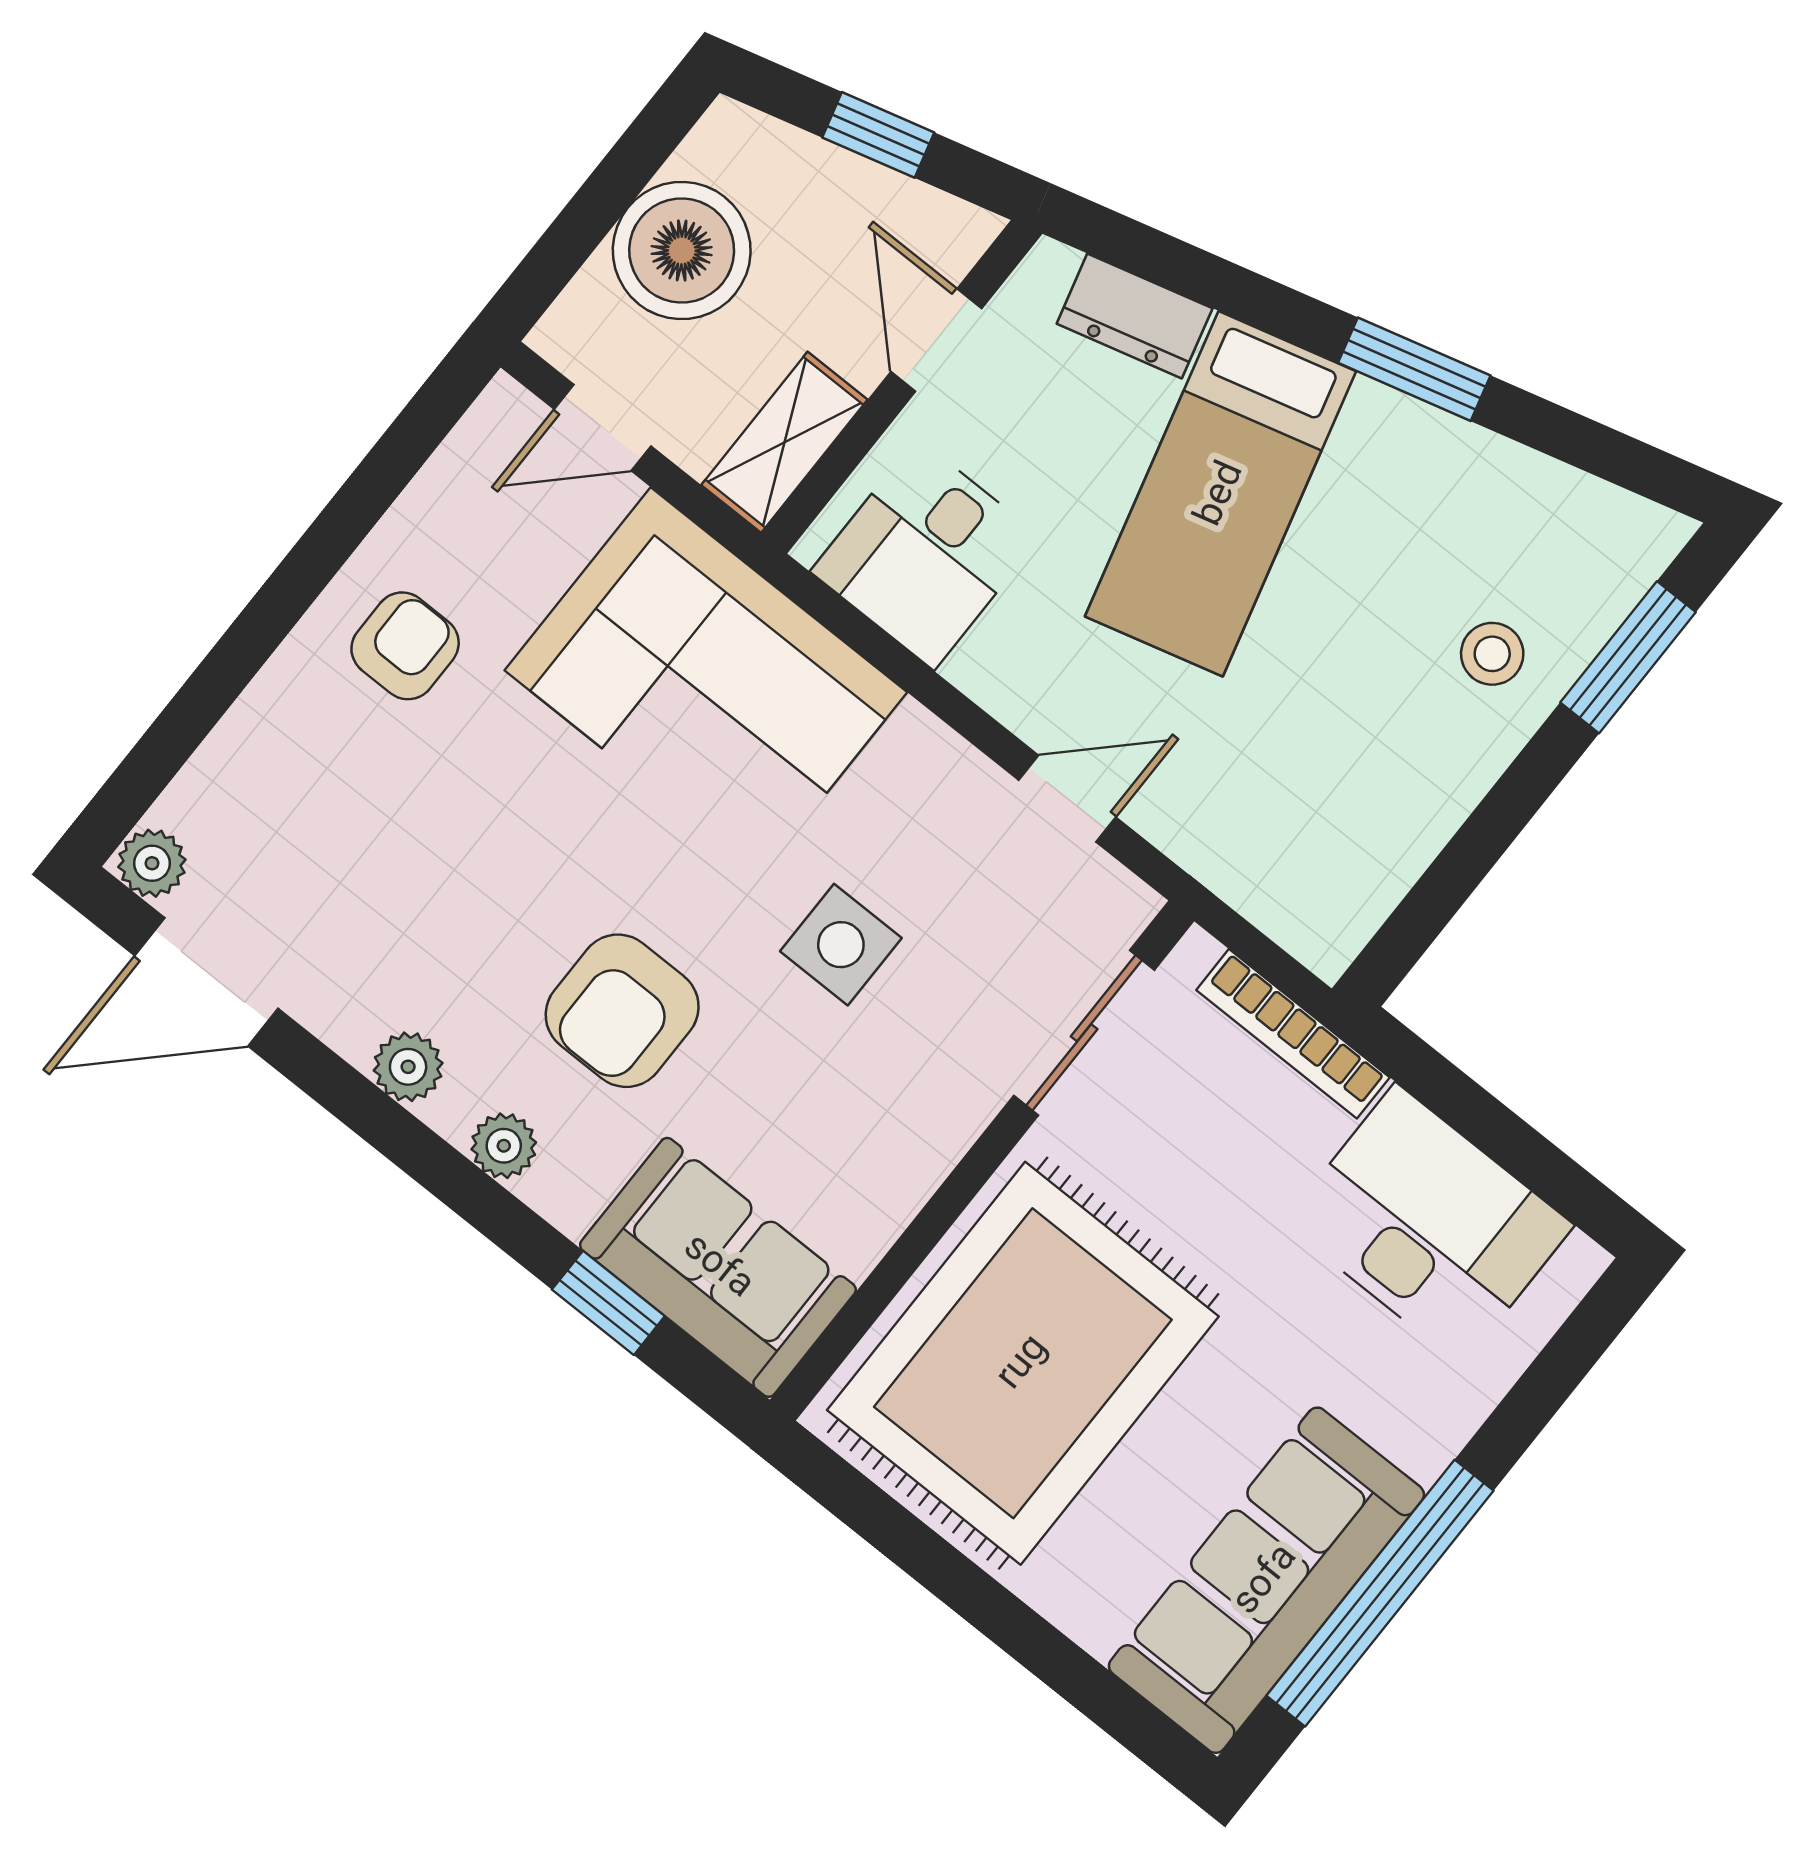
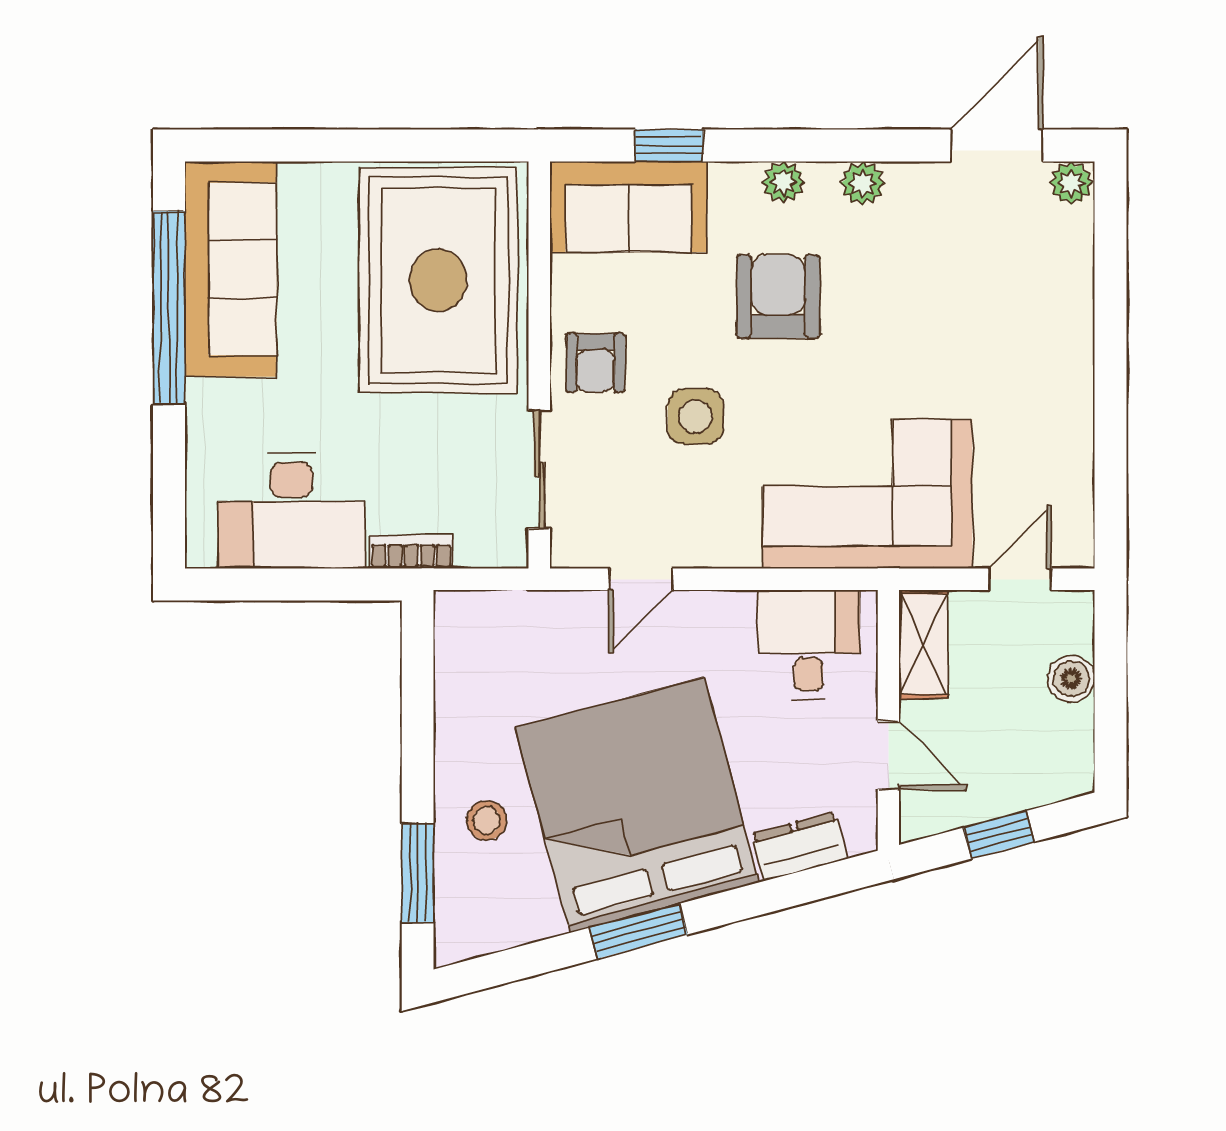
boiler: (682, 251) -> (1071, 679), width x0.54, depth x0.54
bed: (1221, 494) -> (637, 805), width x2.04
armchair: (405, 646) -> (595, 363), moved
bookcase: (1293, 1034) -> (411, 552), width x0.64

